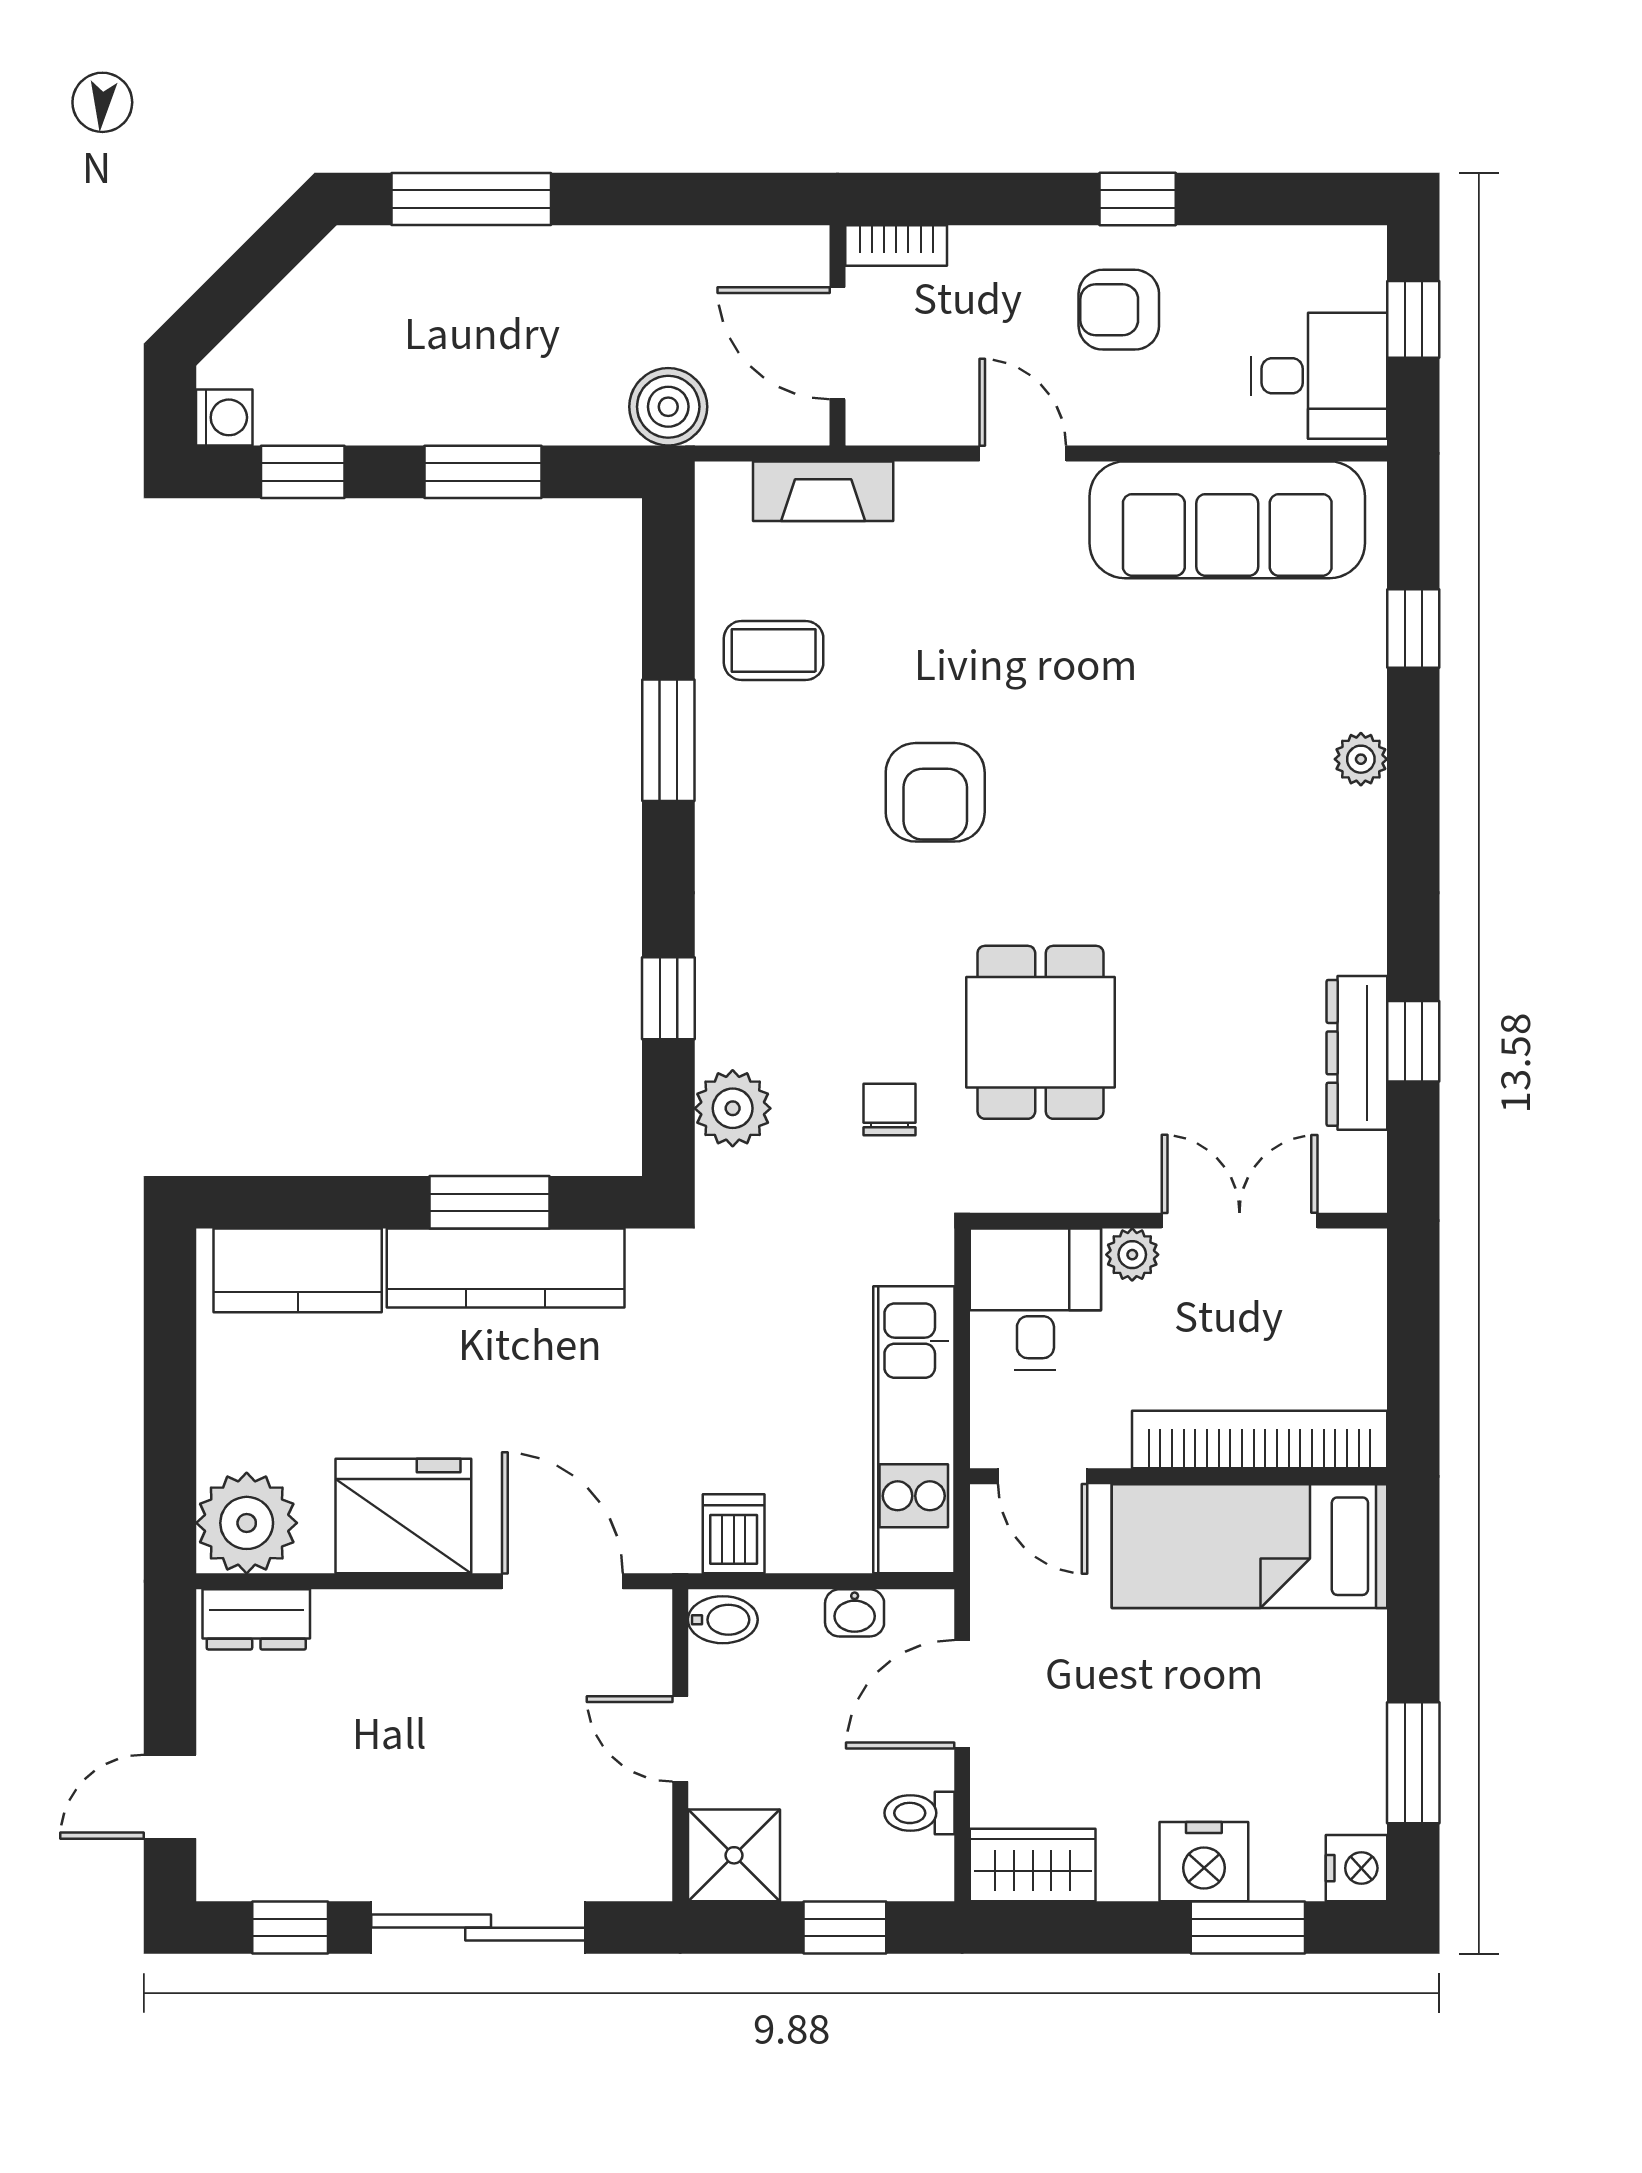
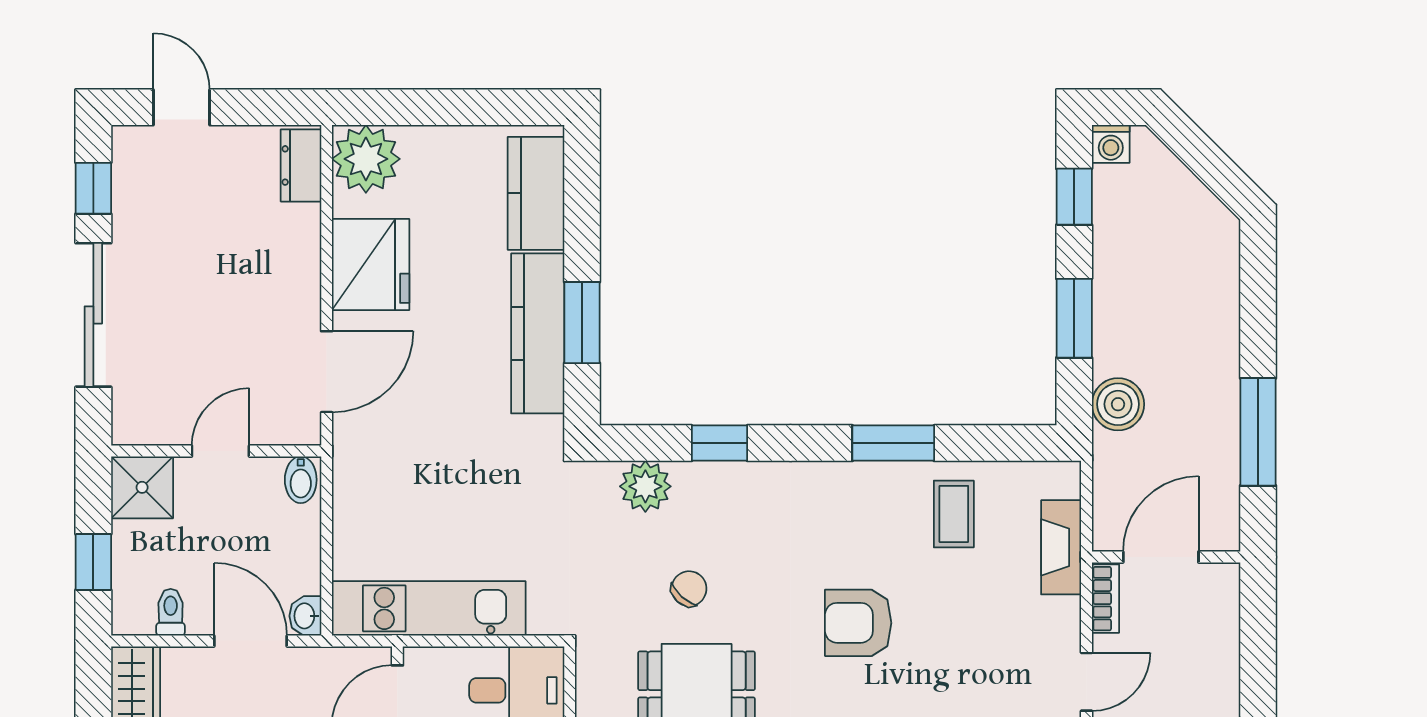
window: (471, 199) -> (1258, 432), moved
bookcase: (896, 246) -> (1106, 599), moved, turned 180
boiler: (668, 407) -> (1118, 404), moved
chair: (889, 1109) -> (689, 589), moved, turned -48
dishwasher: (734, 1534) -> (359, 487), removed
washbasin: (855, 1613) -> (305, 616), moved

